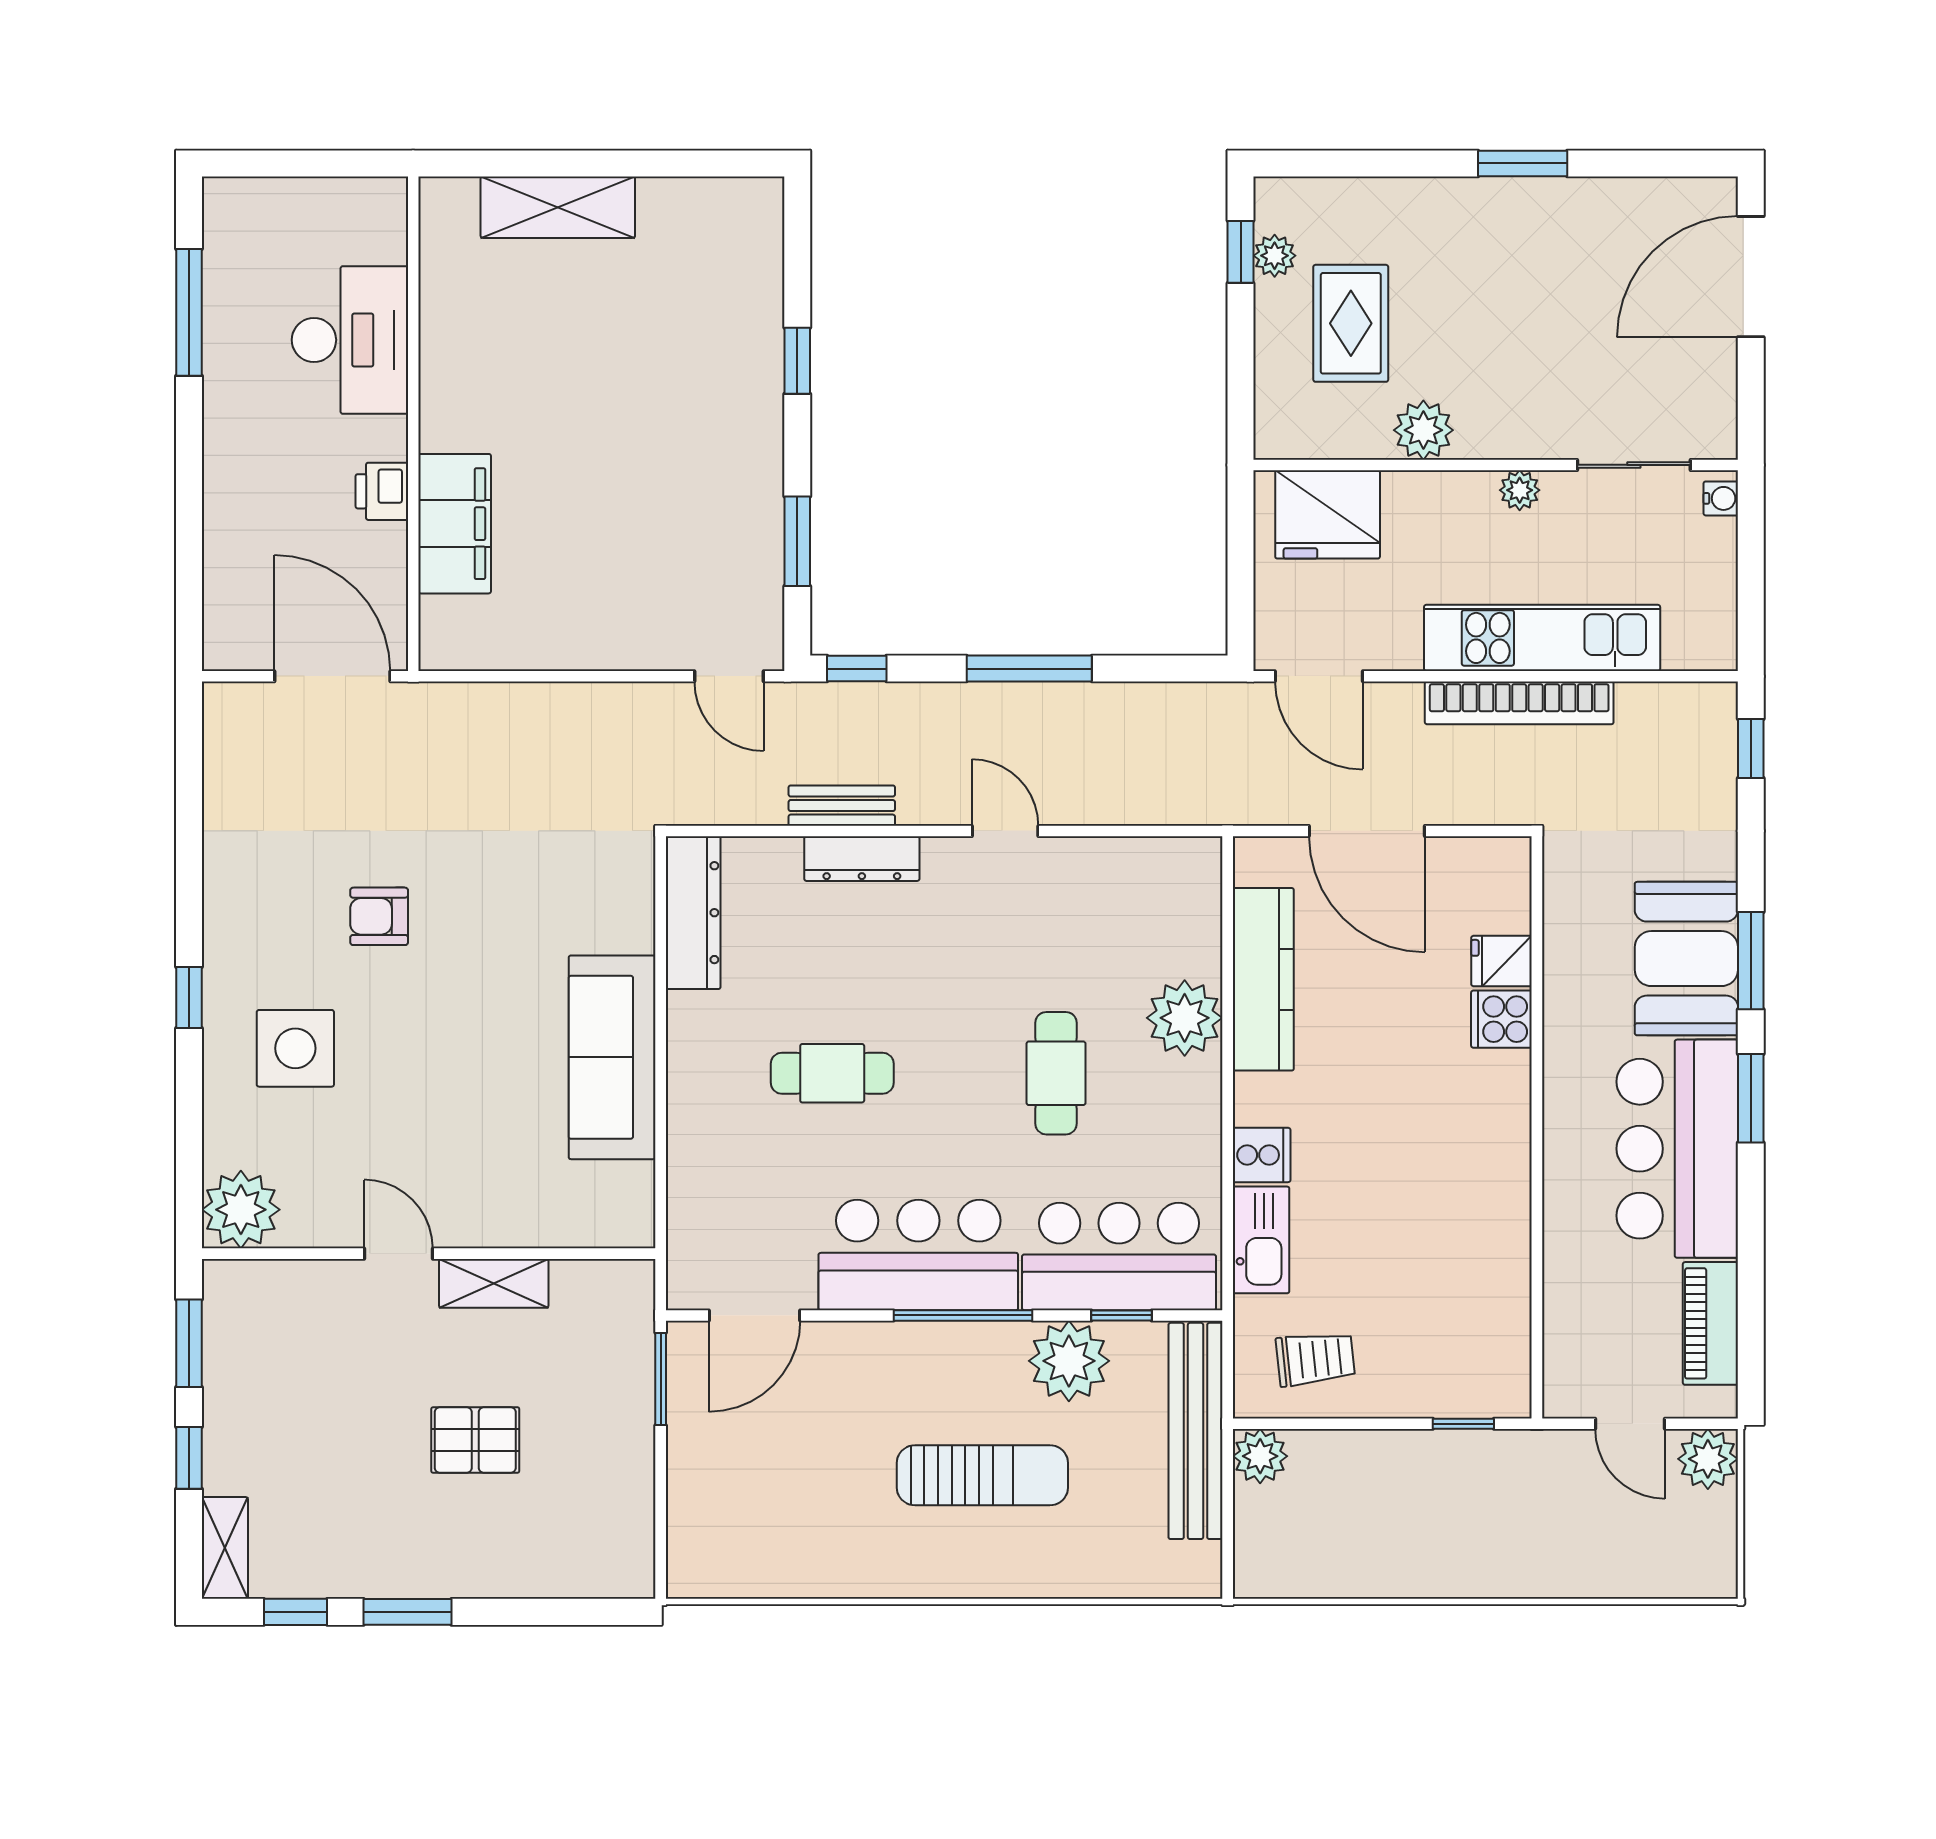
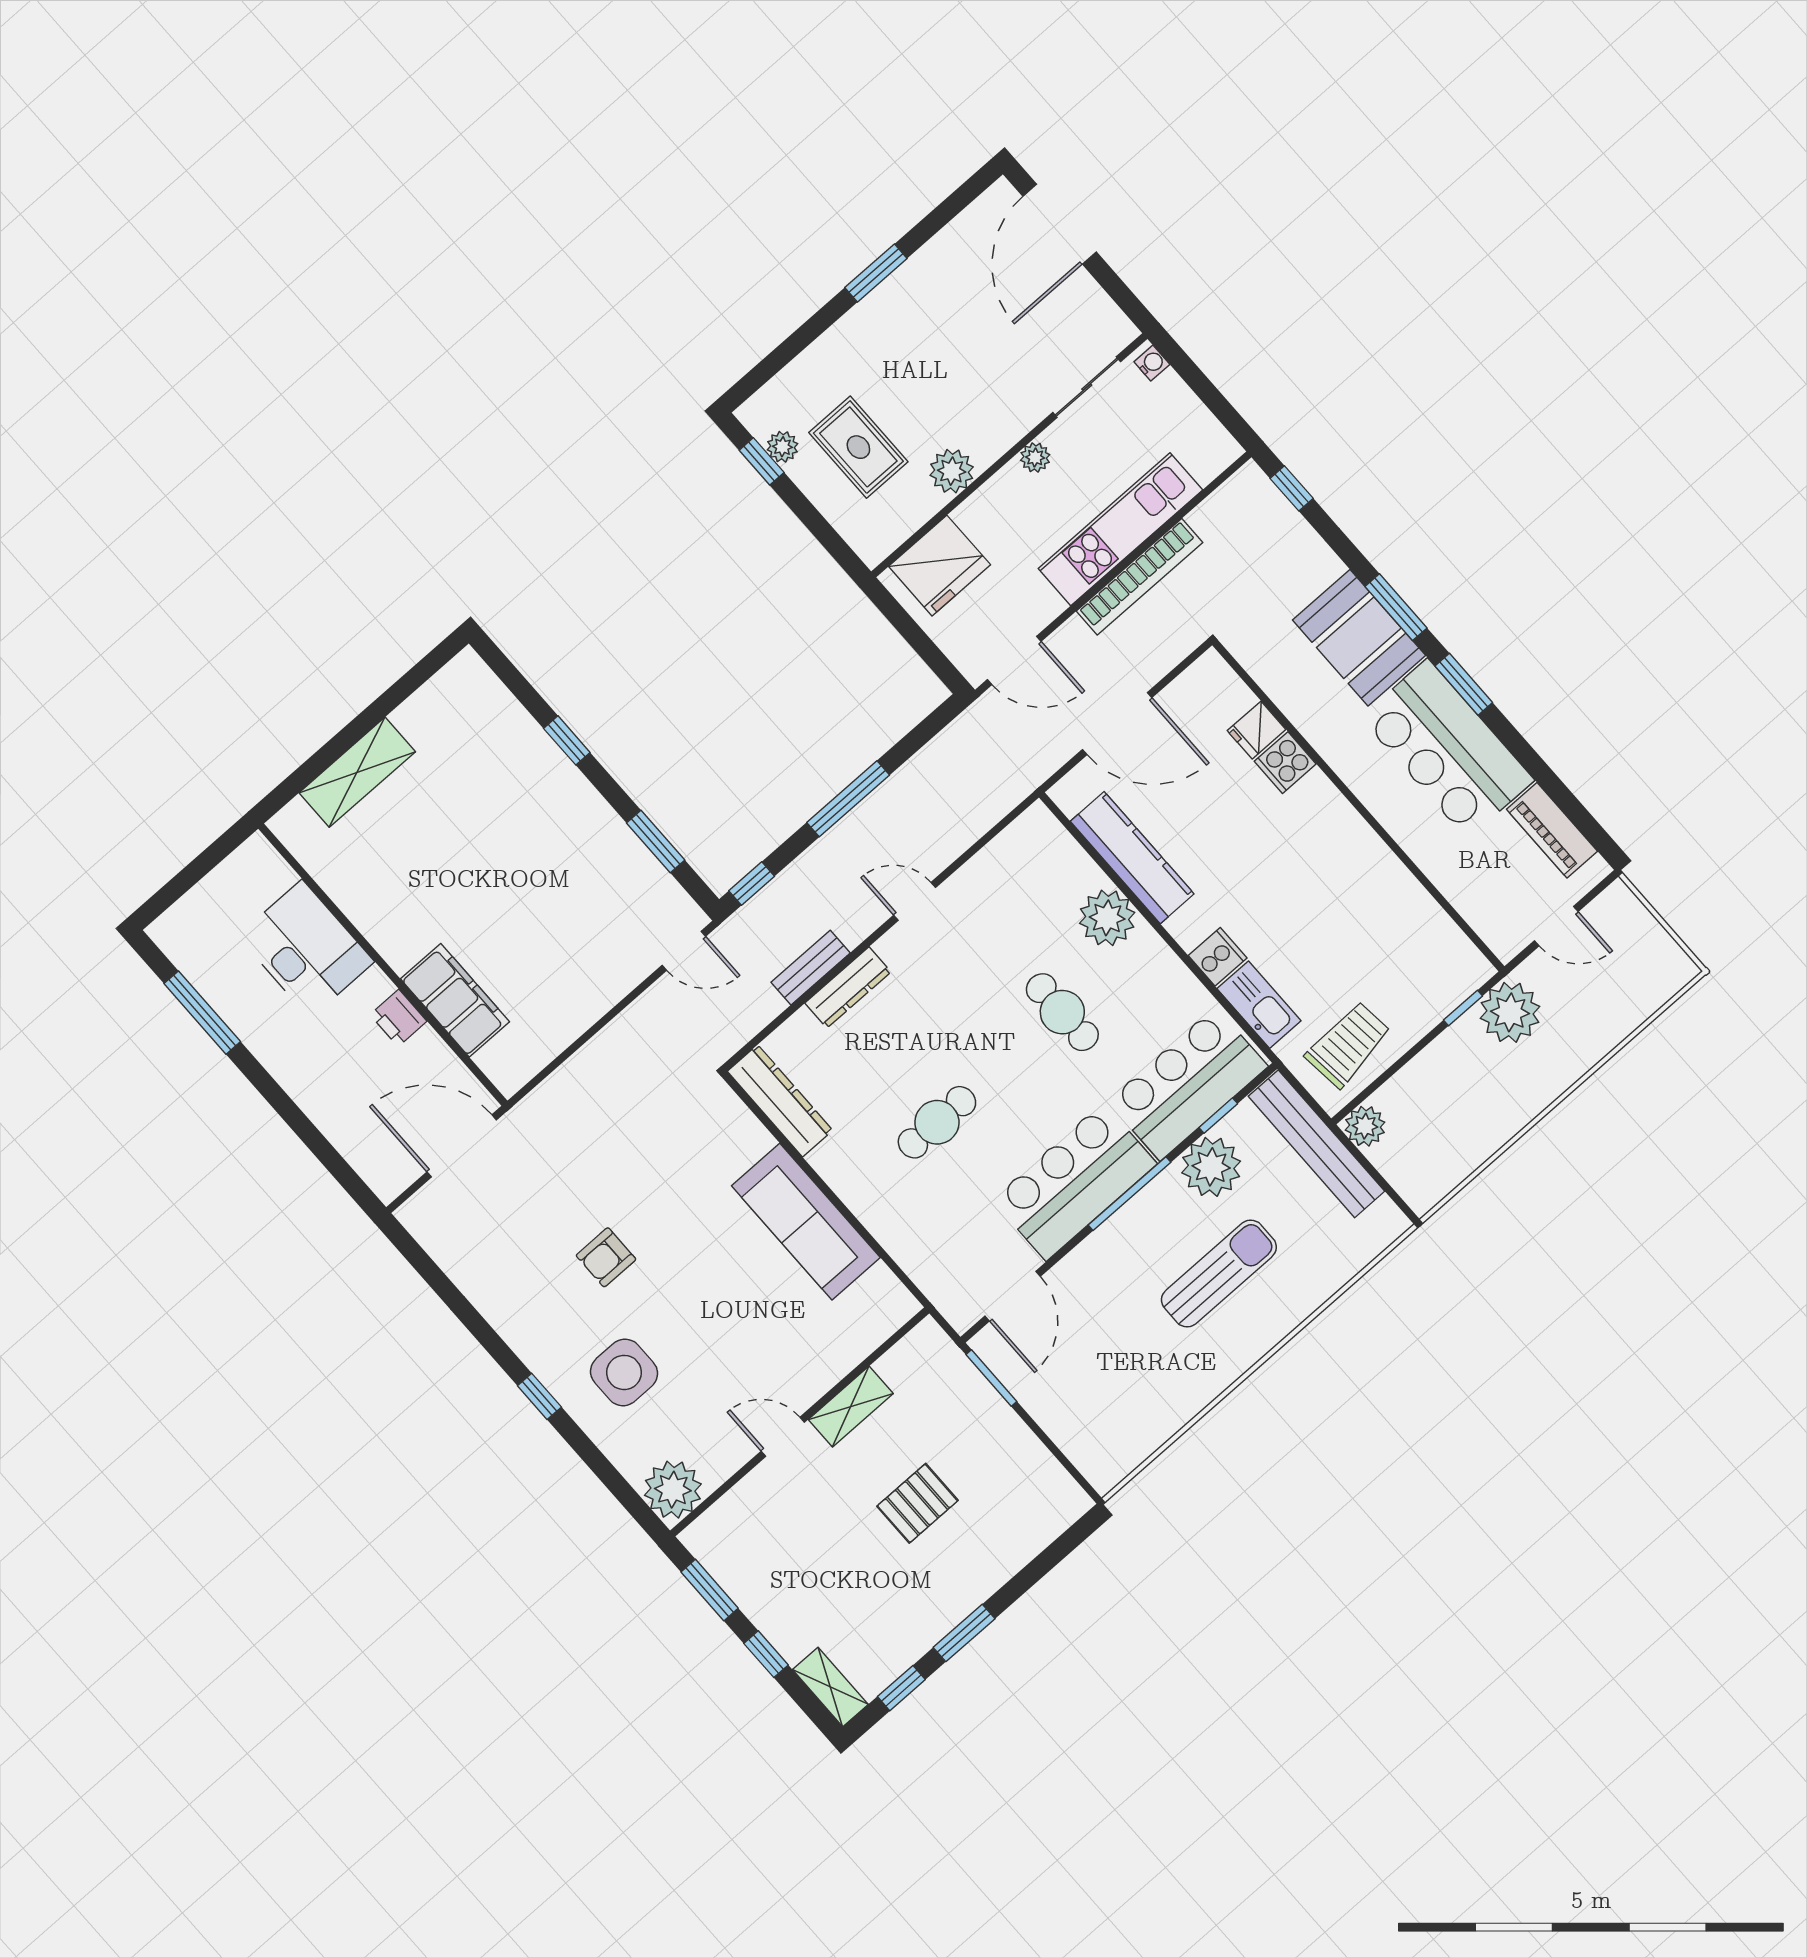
trolley: (1315, 1359) -> (1348, 1044), width x1.36, depth x1.39
plant: (1708, 1459) -> (1510, 1012), moved, width x1.36, depth x1.36

